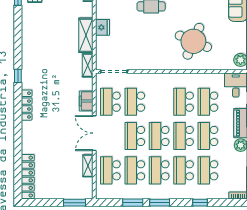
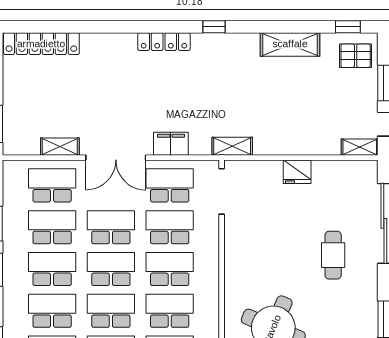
shelving: (86, 35) -> (290, 44), moved
school desk: (159, 102) -> (170, 269), added
double door: (94, 133) -> (116, 158), swing flipped

